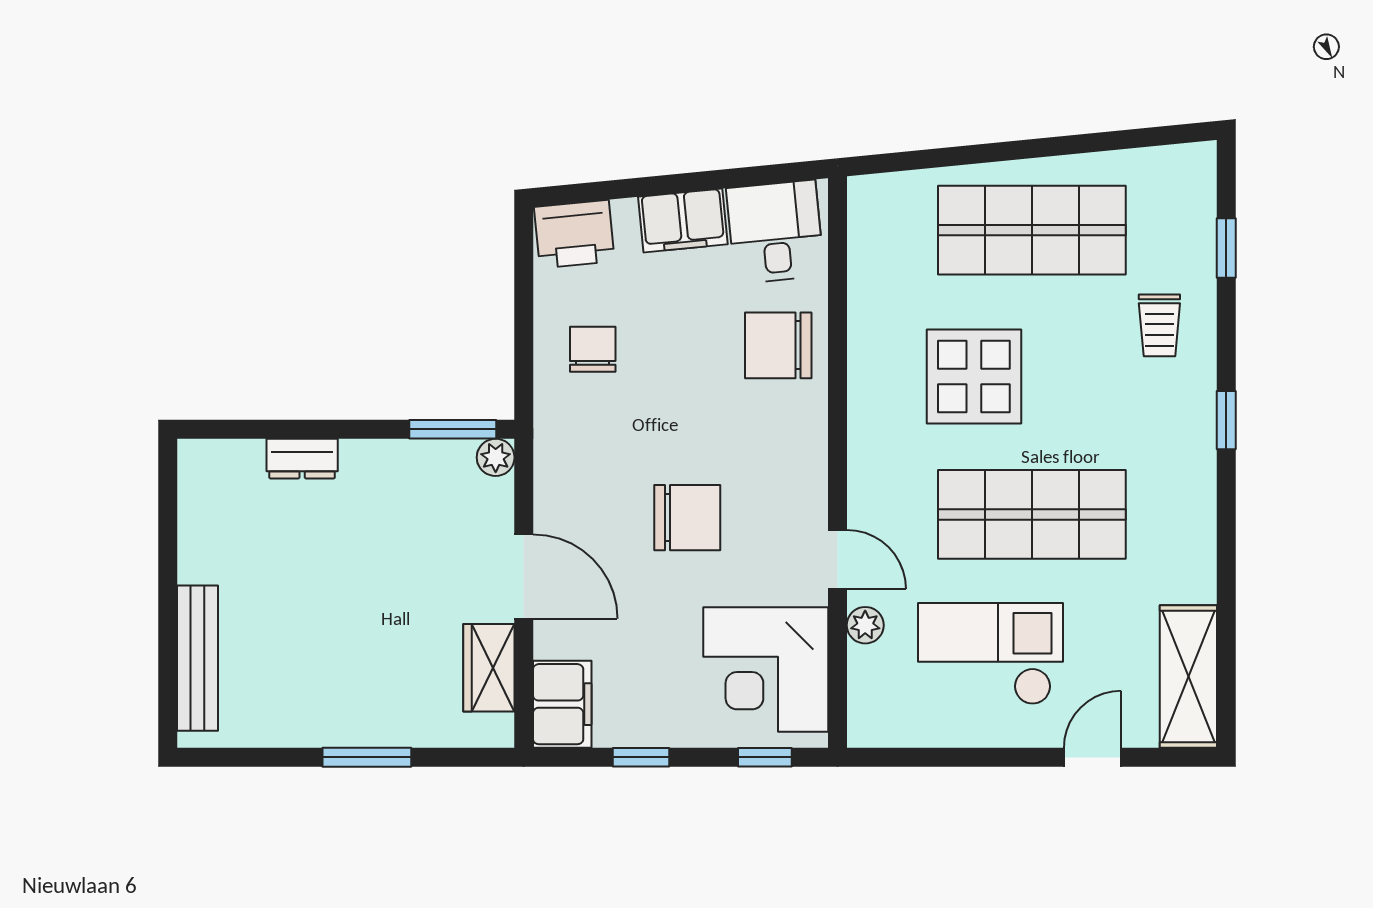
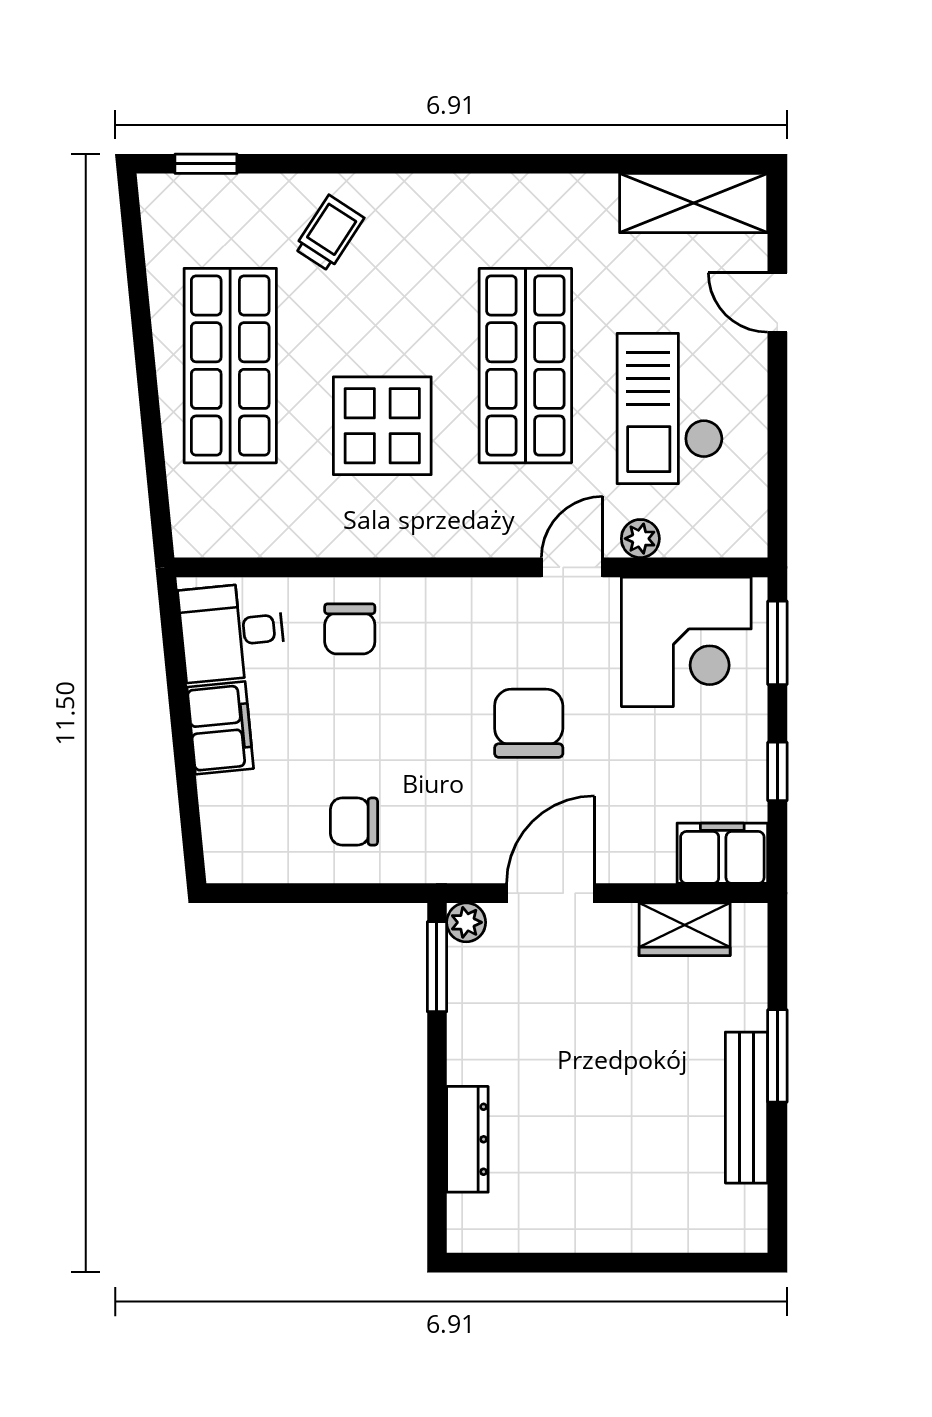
printer: (574, 234) -> (234, 841), removed
window: (1226, 248) -> (206, 164), moved
trolley: (1159, 325) -> (329, 233), turned -57
chair: (778, 345) -> (350, 629), width x0.73, depth x0.73
window: (1226, 420) -> (427, 164), removed
dresser: (302, 459) -> (467, 1139), width x1.44
door: (524, 576) -> (550, 893), moved
bench: (197, 658) -> (747, 1108), moved, turned 90
window: (765, 757) -> (777, 643), width x1.50

